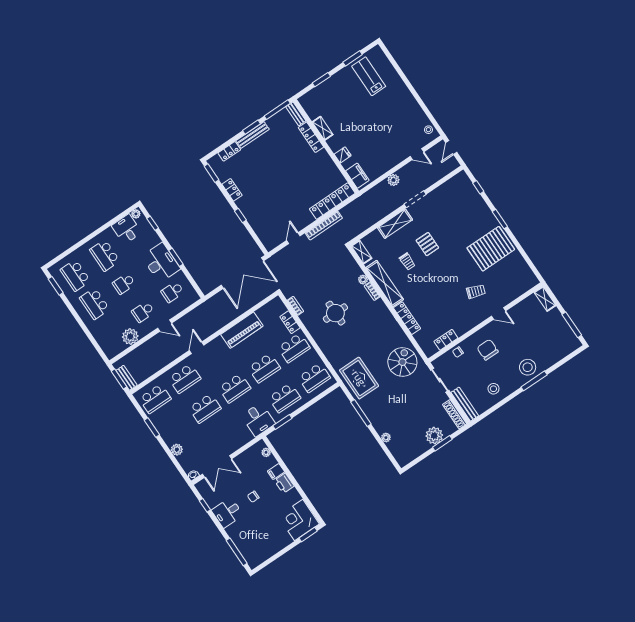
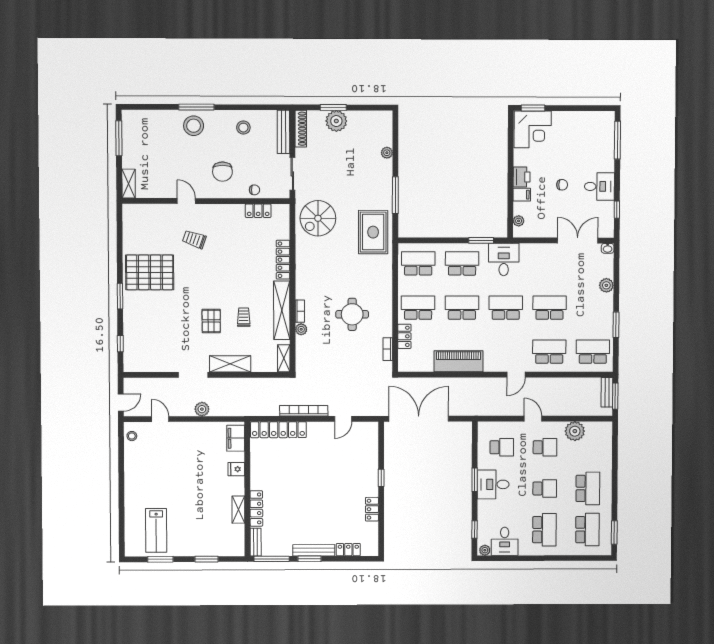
window: (211, 173) -> (381, 540), removed
desk: (161, 263) -> (493, 484), width x0.73

